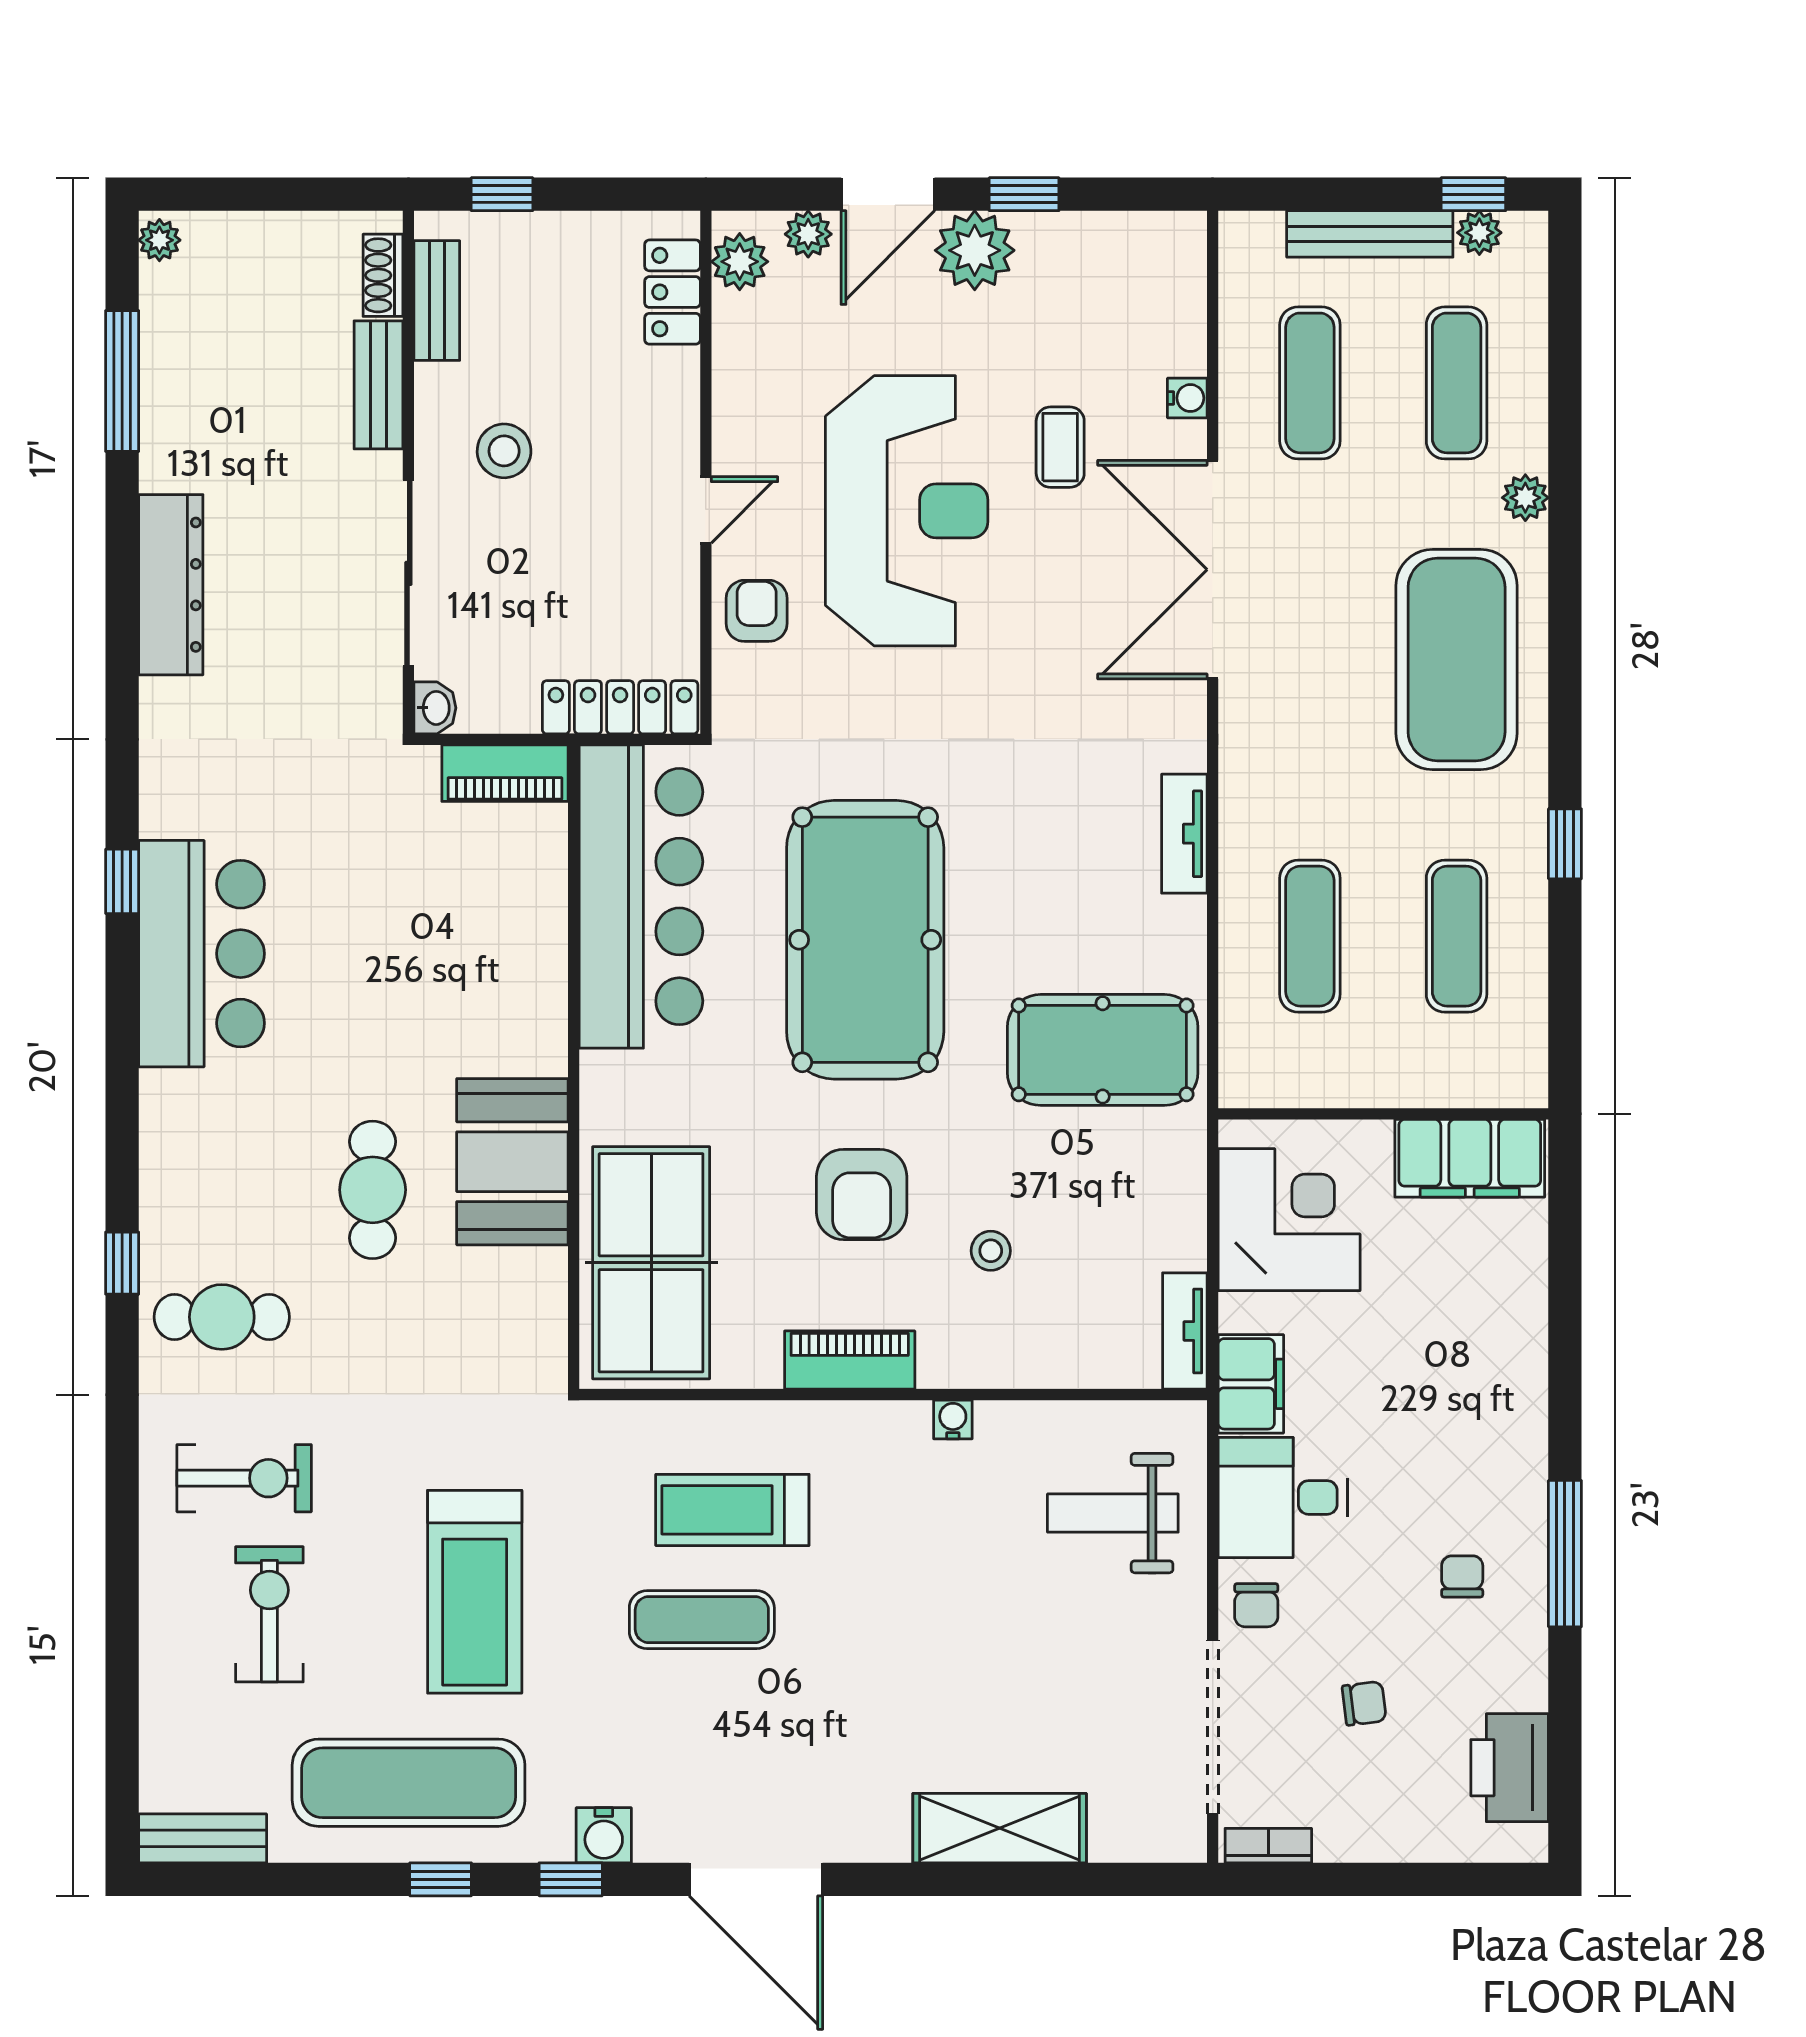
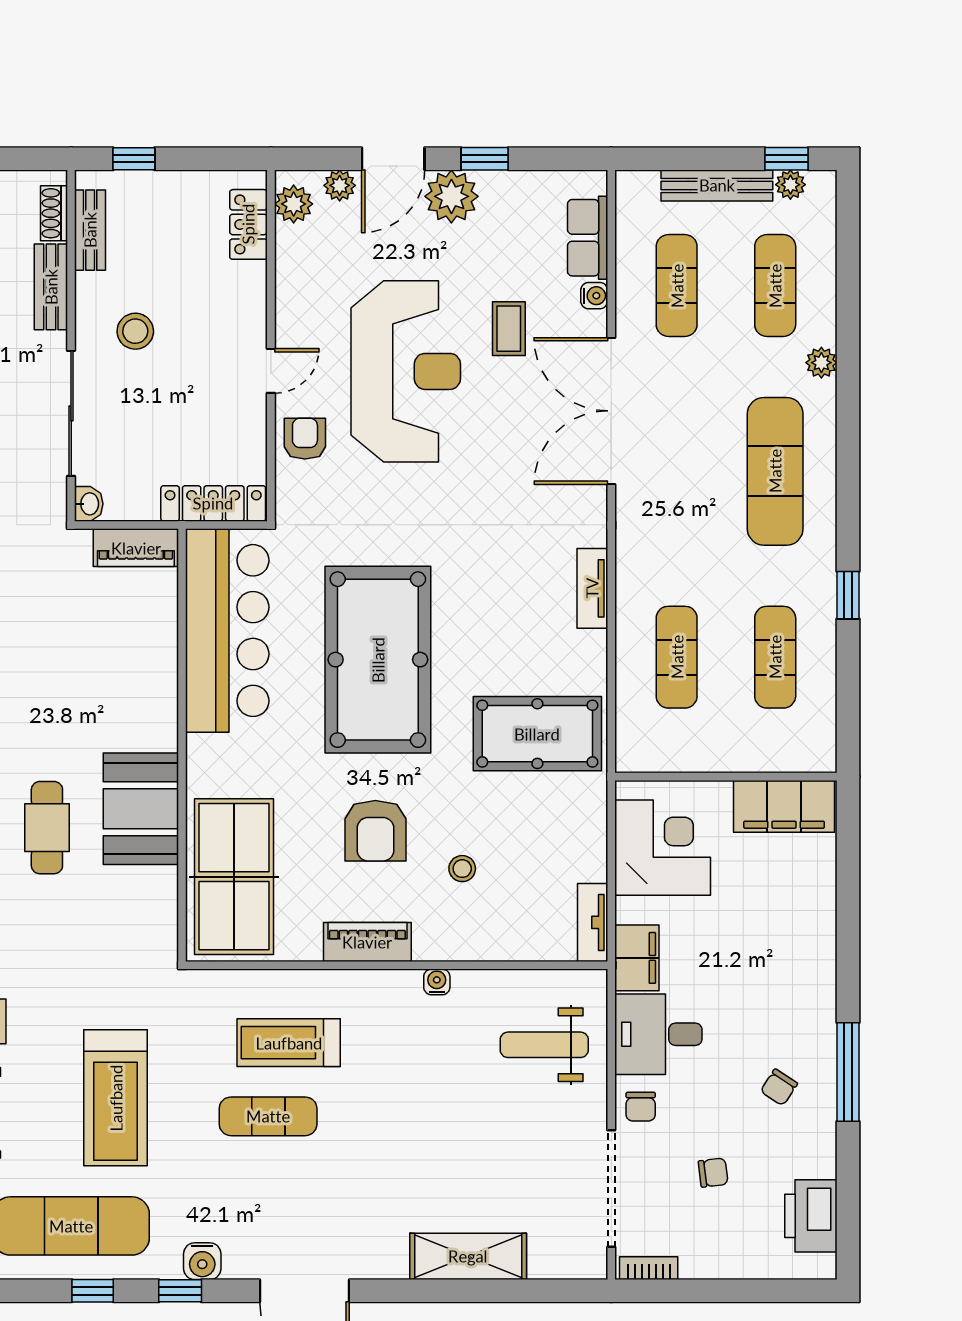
row of seats: (1177, 312) -> (588, 238), added
exercise mat: (1457, 660) -> (775, 471), width x0.68
chair: (1462, 1576) -> (779, 1087), turned -147

